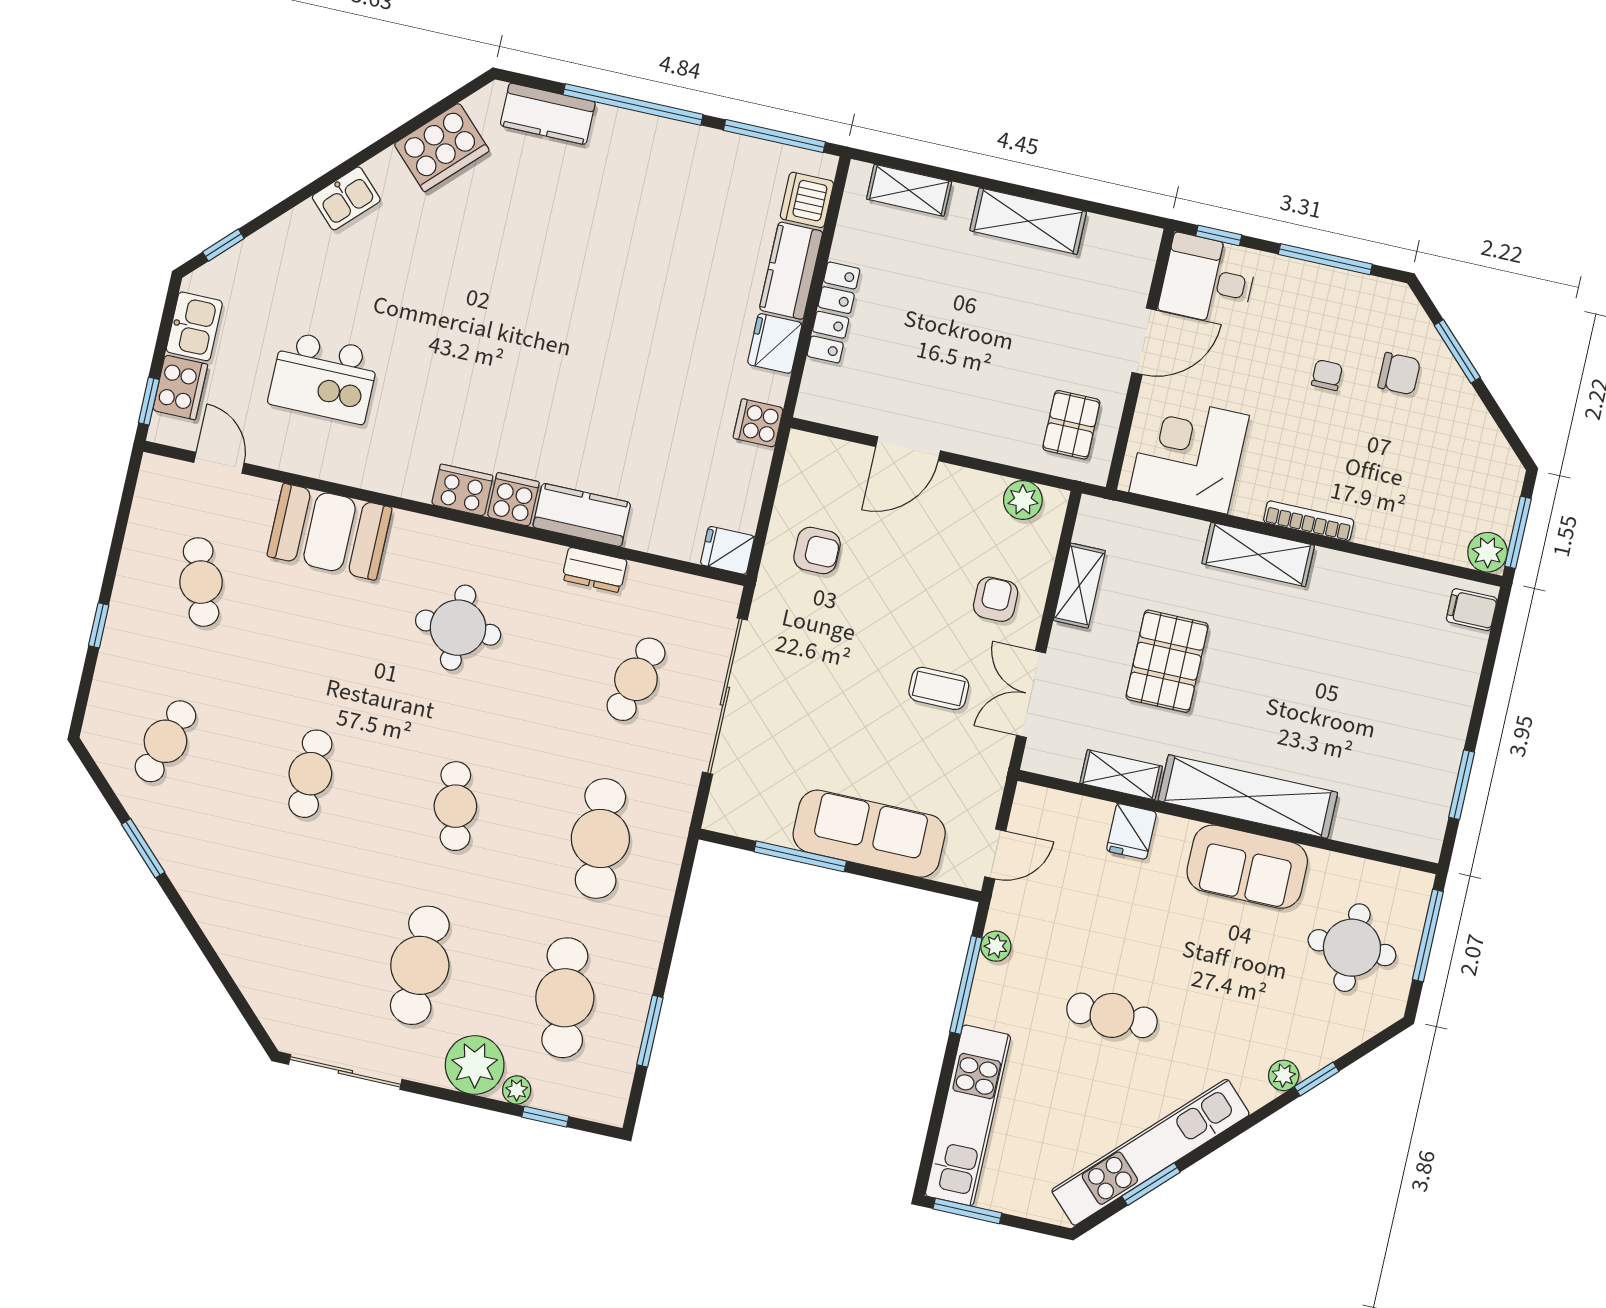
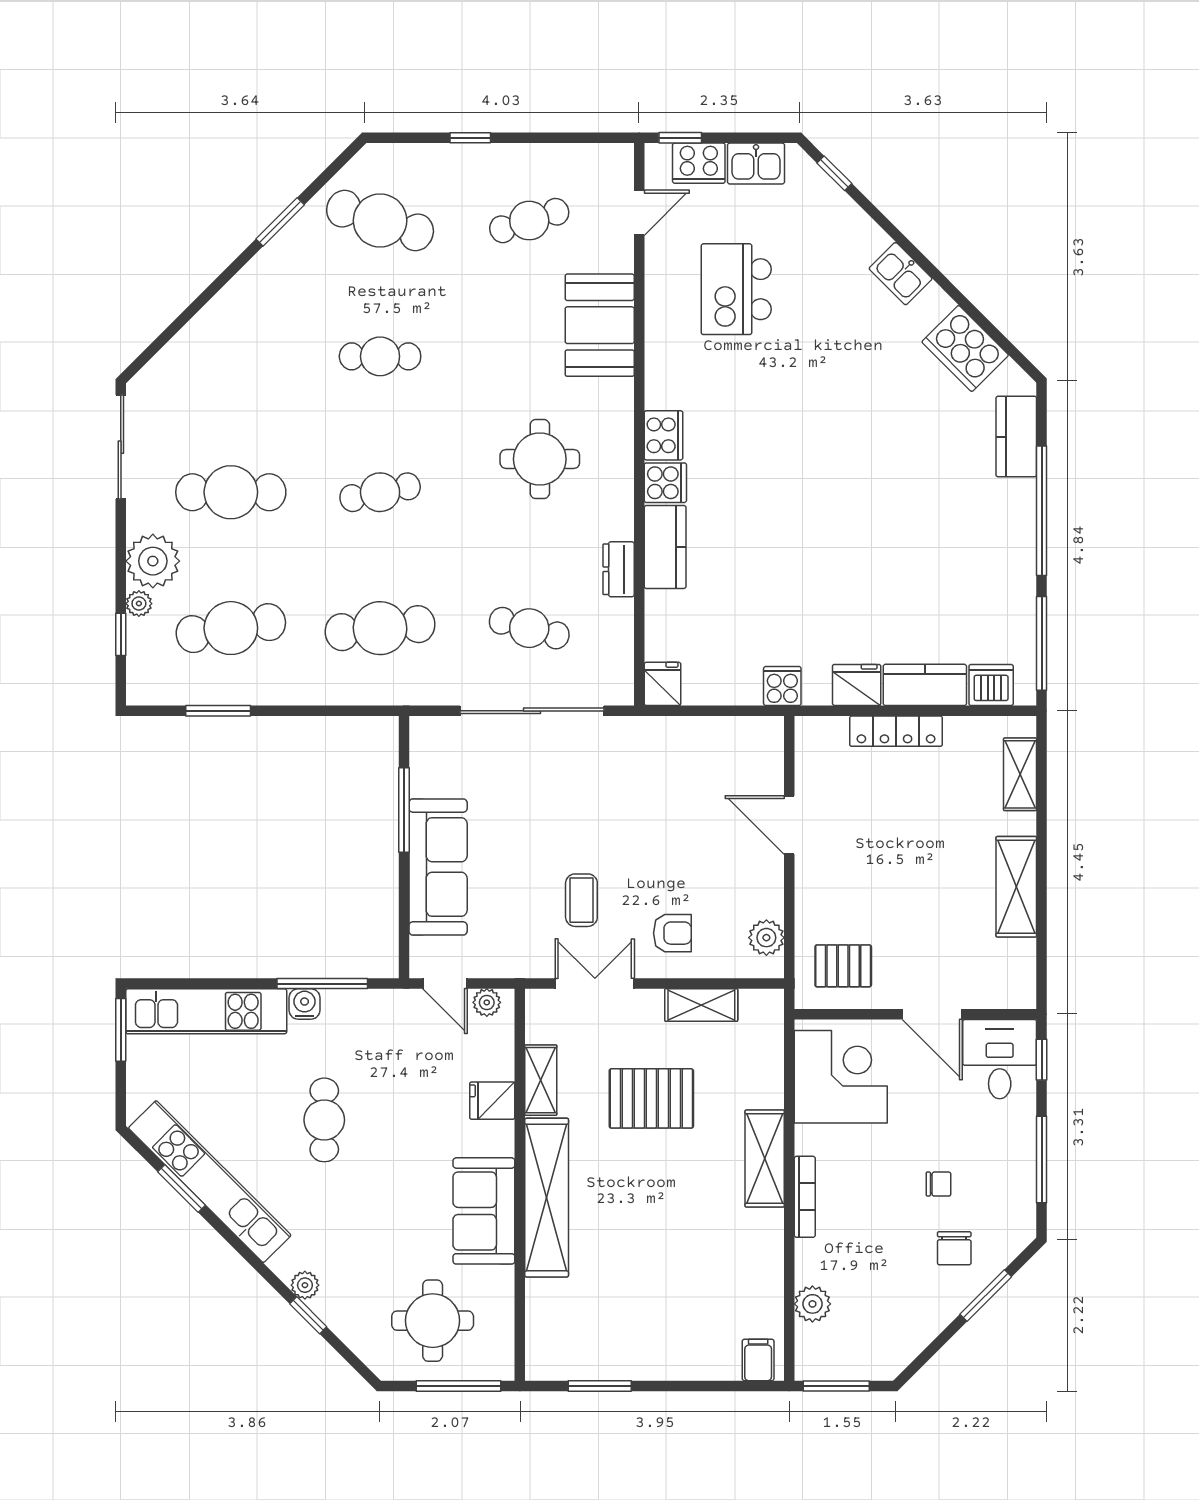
armchair: (817, 550) -> (680, 764), removed
plant: (1488, 552) -> (812, 1304), moved
cafe table: (165, 741) -> (380, 221), width x1.37, depth x1.35
plant: (996, 946) -> (487, 1002), moved
water cooler: (984, 1009) -> (305, 1004), added

